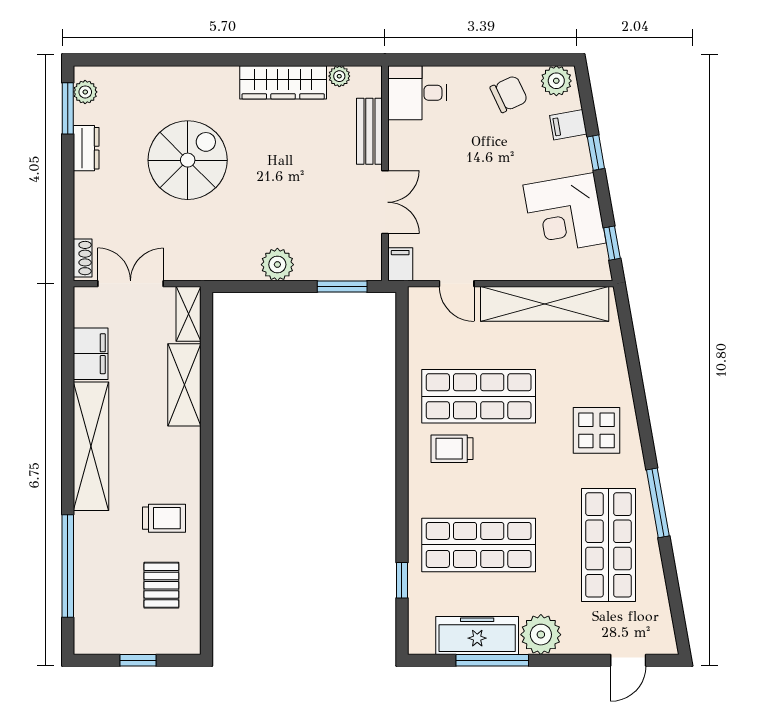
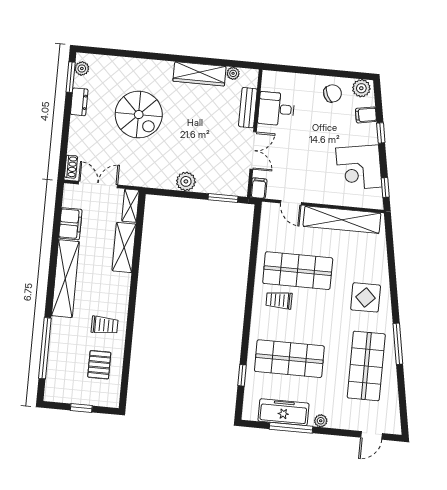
desk: (417, 93) -> (276, 109), moved
spiral stairs: (188, 160) -> (139, 115), turned 90
plant: (541, 635) -> (321, 421), width x0.53, depth x0.53

